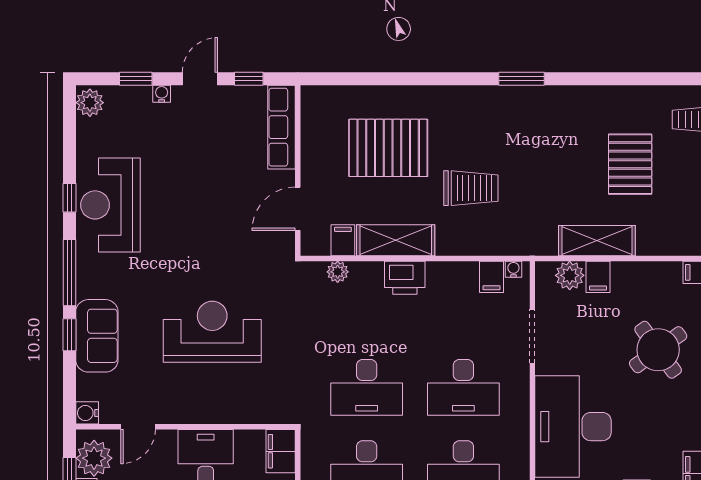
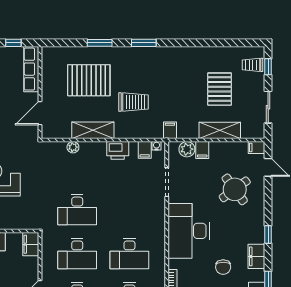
window: (408, 79) -> (100, 43), added
window: (522, 79) -> (144, 43), moved
filing cabinet: (343, 240) -> (170, 130), moved
shelving: (597, 241) -> (220, 130), moved
plant: (338, 272) -> (73, 147), moved
printer: (405, 278) -> (118, 150), moved
desk: (463, 387) -> (129, 210), removed

